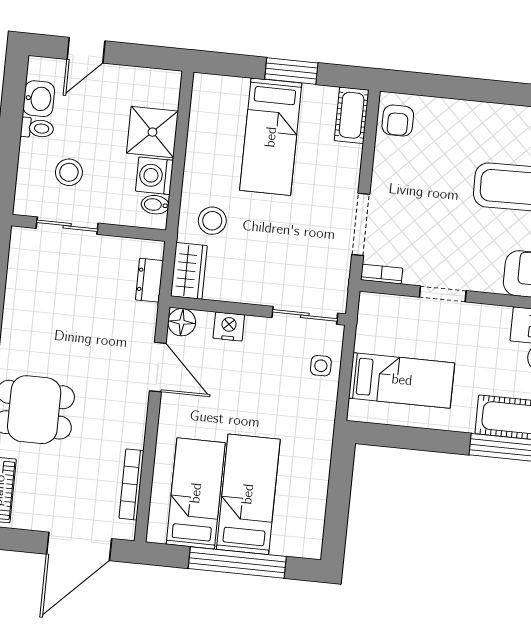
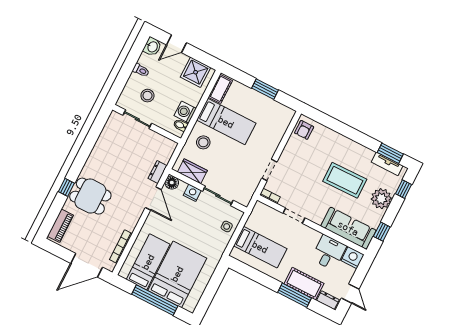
washbasin: (39, 99) -> (152, 47), moved
cot: (352, 115) -> (220, 89), moved
shower: (152, 132) -> (196, 72), moved
bed: (271, 137) -> (226, 122), moved, turned -90
doorway: (361, 224) -> (269, 170), width x0.73
wardrobe: (189, 271) -> (192, 171), moved, turned -90
dresser: (149, 280) -> (158, 172), moved
sliding door: (305, 315) -> (218, 196), moved
bed: (248, 494) -> (177, 274), width x1.50

